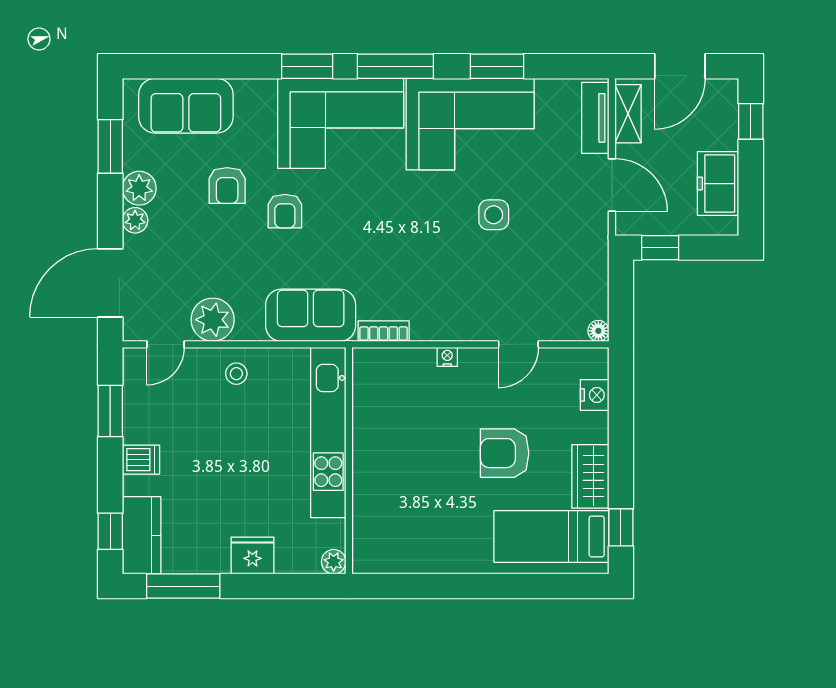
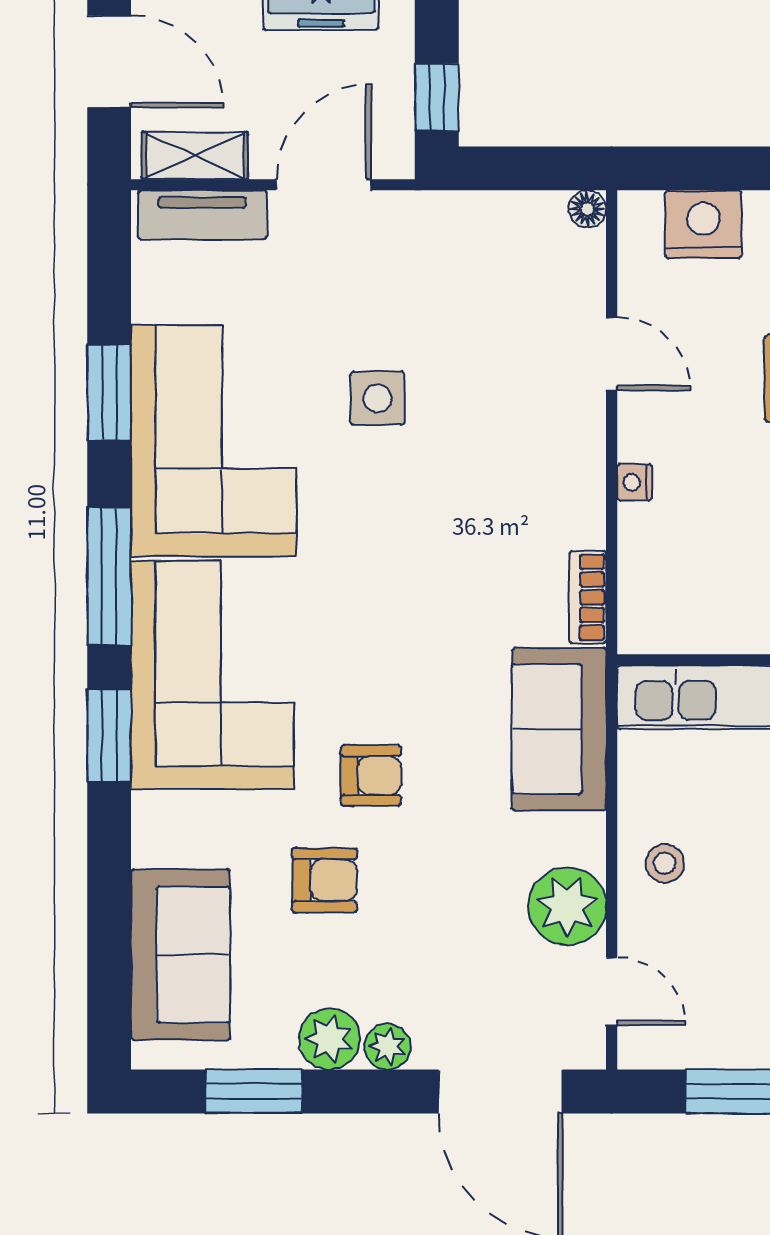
nightstand: (595, 395) -> (703, 224), width x1.36, depth x1.33

